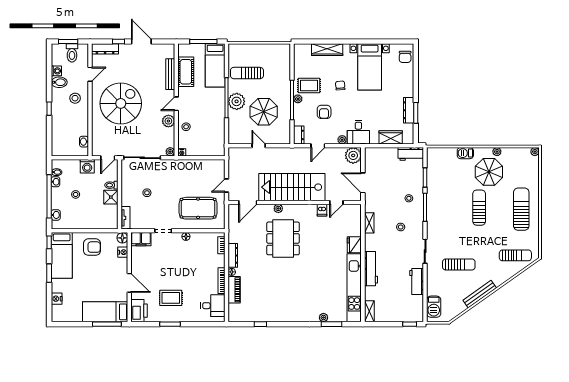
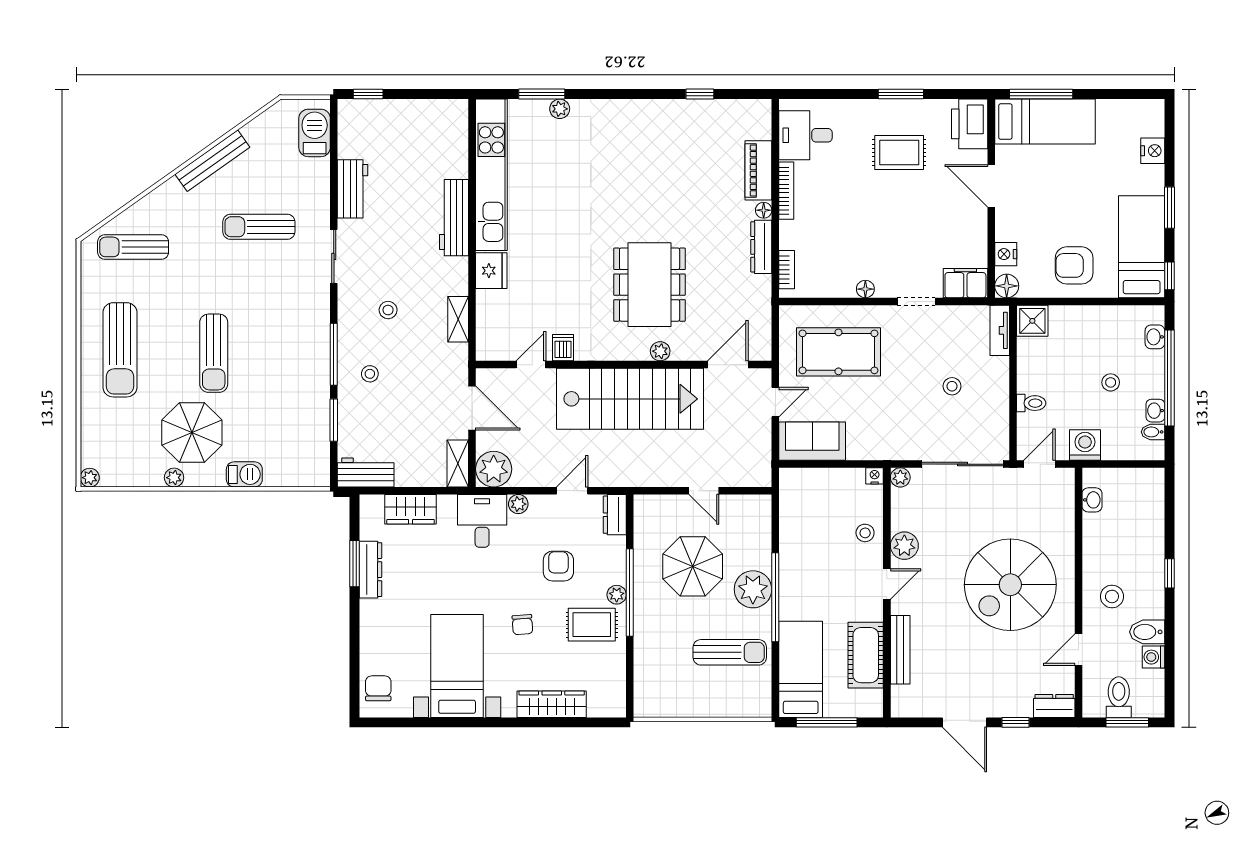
dresser: (105, 49) -> (1054, 706), width x0.70
sofa: (210, 168) -> (812, 441), added
shower: (111, 197) -> (1032, 321), moved
shelving: (369, 311) -> (458, 463), moved

